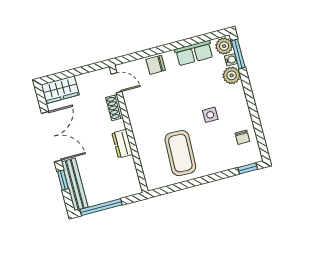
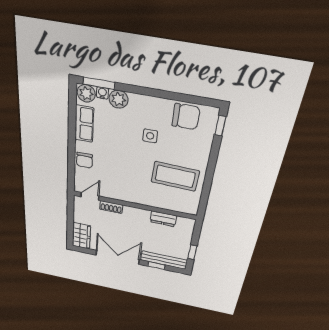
chair: (242, 137) -> (186, 117), width x1.87, depth x1.87
dresser: (122, 144) -> (163, 219), moved
window: (101, 207) -> (192, 252), width x0.46

